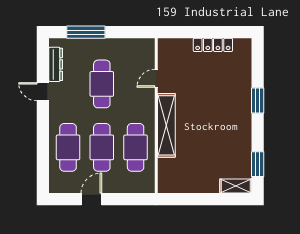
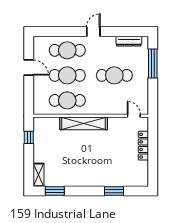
locker: (213, 45) -> (143, 146), moved
door: (156, 78) -> (134, 116), moved
door: (43, 92) -> (93, 32), moved
window: (258, 100) -> (114, 191), moved
window: (185, 199) -> (29, 137), added

